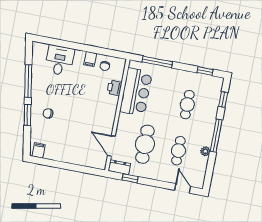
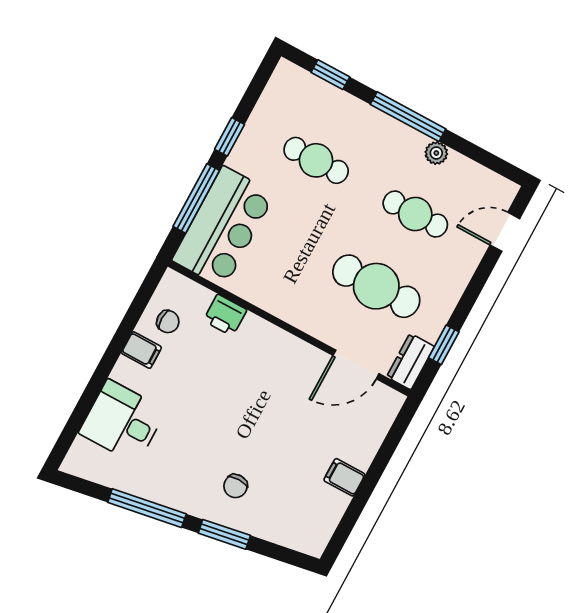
window: (205, 71) -> (230, 137), moved
bar counter: (136, 92) -> (223, 227), moved, turned 90
filing cabinet: (39, 150) -> (344, 477), moved

